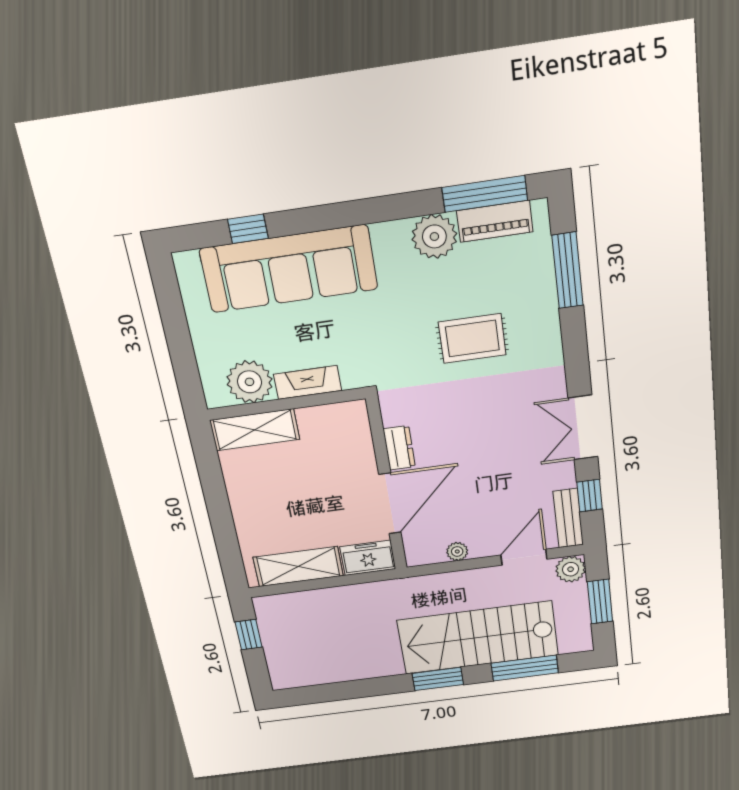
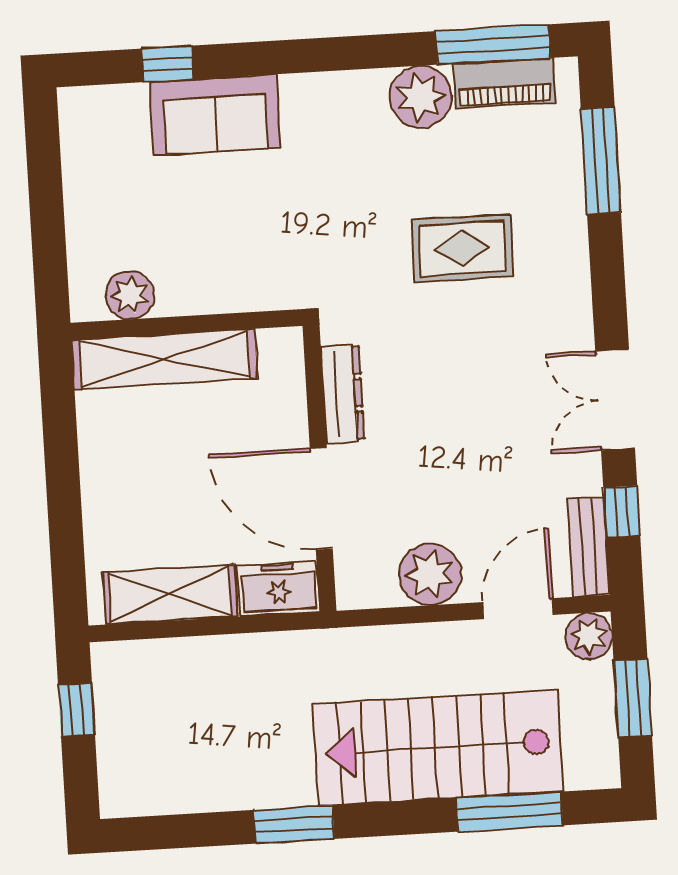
sofa: (289, 269) -> (215, 115), width x0.54, depth x0.79
plant: (250, 382) -> (130, 295), width x0.73, depth x0.73
fireplace: (308, 382) -> (221, 294), removed
shelving: (255, 430) -> (164, 359), width x1.47
dresser: (399, 448) -> (343, 394), width x1.44
door: (390, 503) -> (321, 498), swing flipped
plant: (457, 551) -> (430, 574), width x1.88, depth x1.88
window: (438, 679) -> (294, 824), moved

